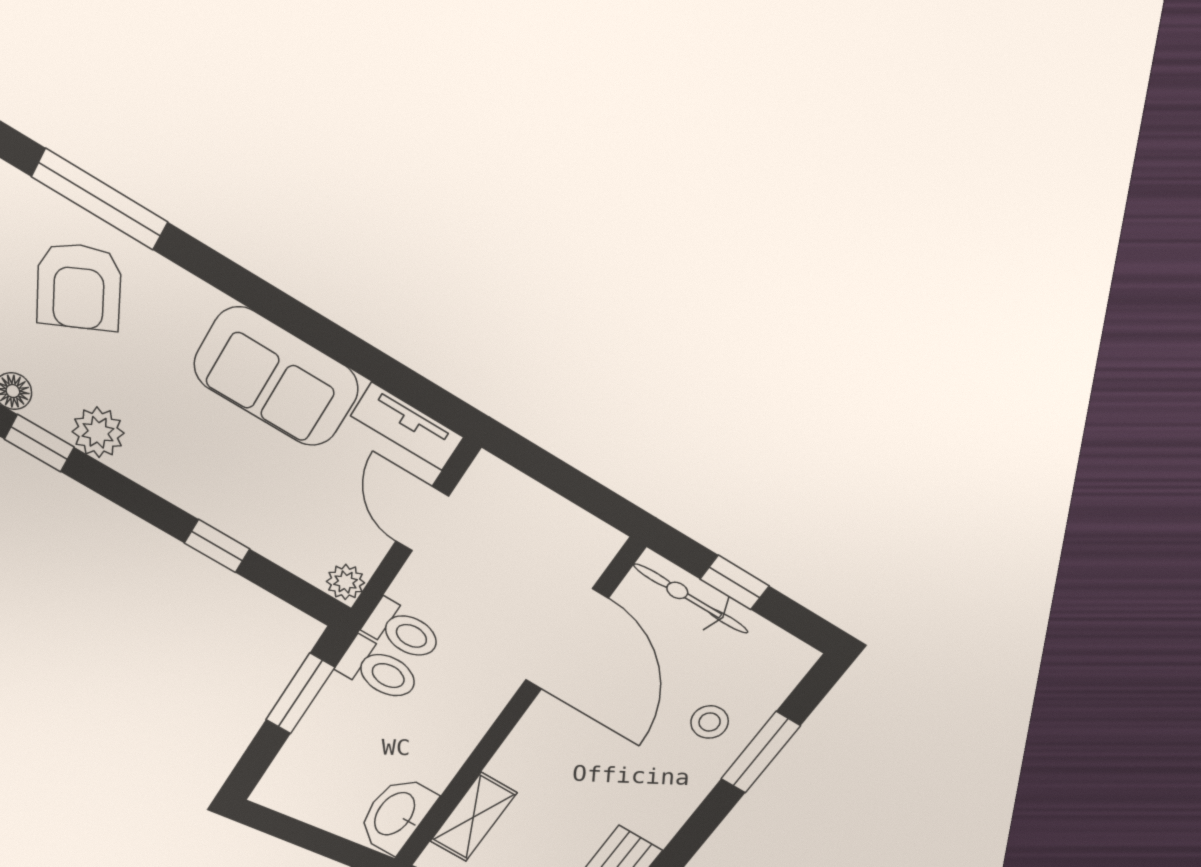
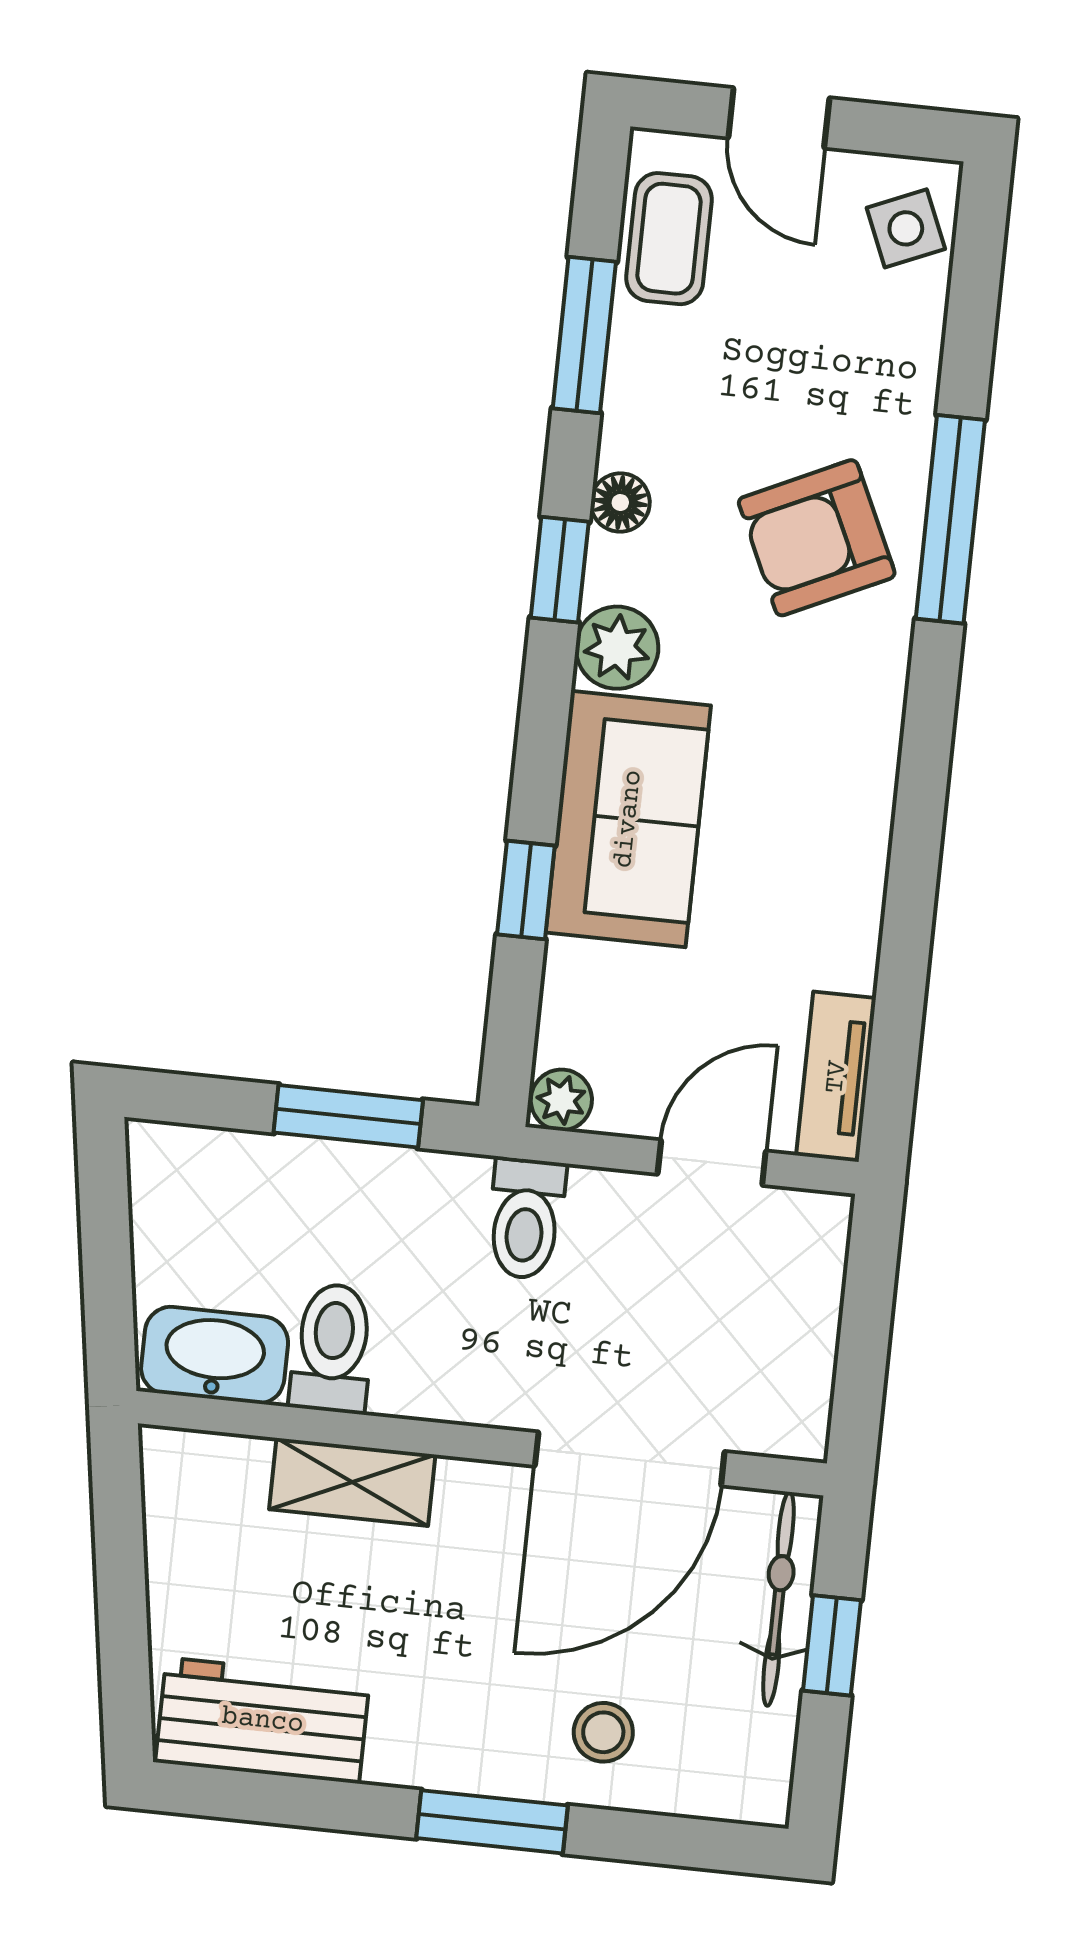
sofa: (276, 377) -> (628, 819), moved, turned 180
toilet: (379, 670) -> (333, 1348), moved, turned 180
window: (761, 752) -> (492, 1822), moved
shelving: (473, 817) -> (352, 1482), moved

